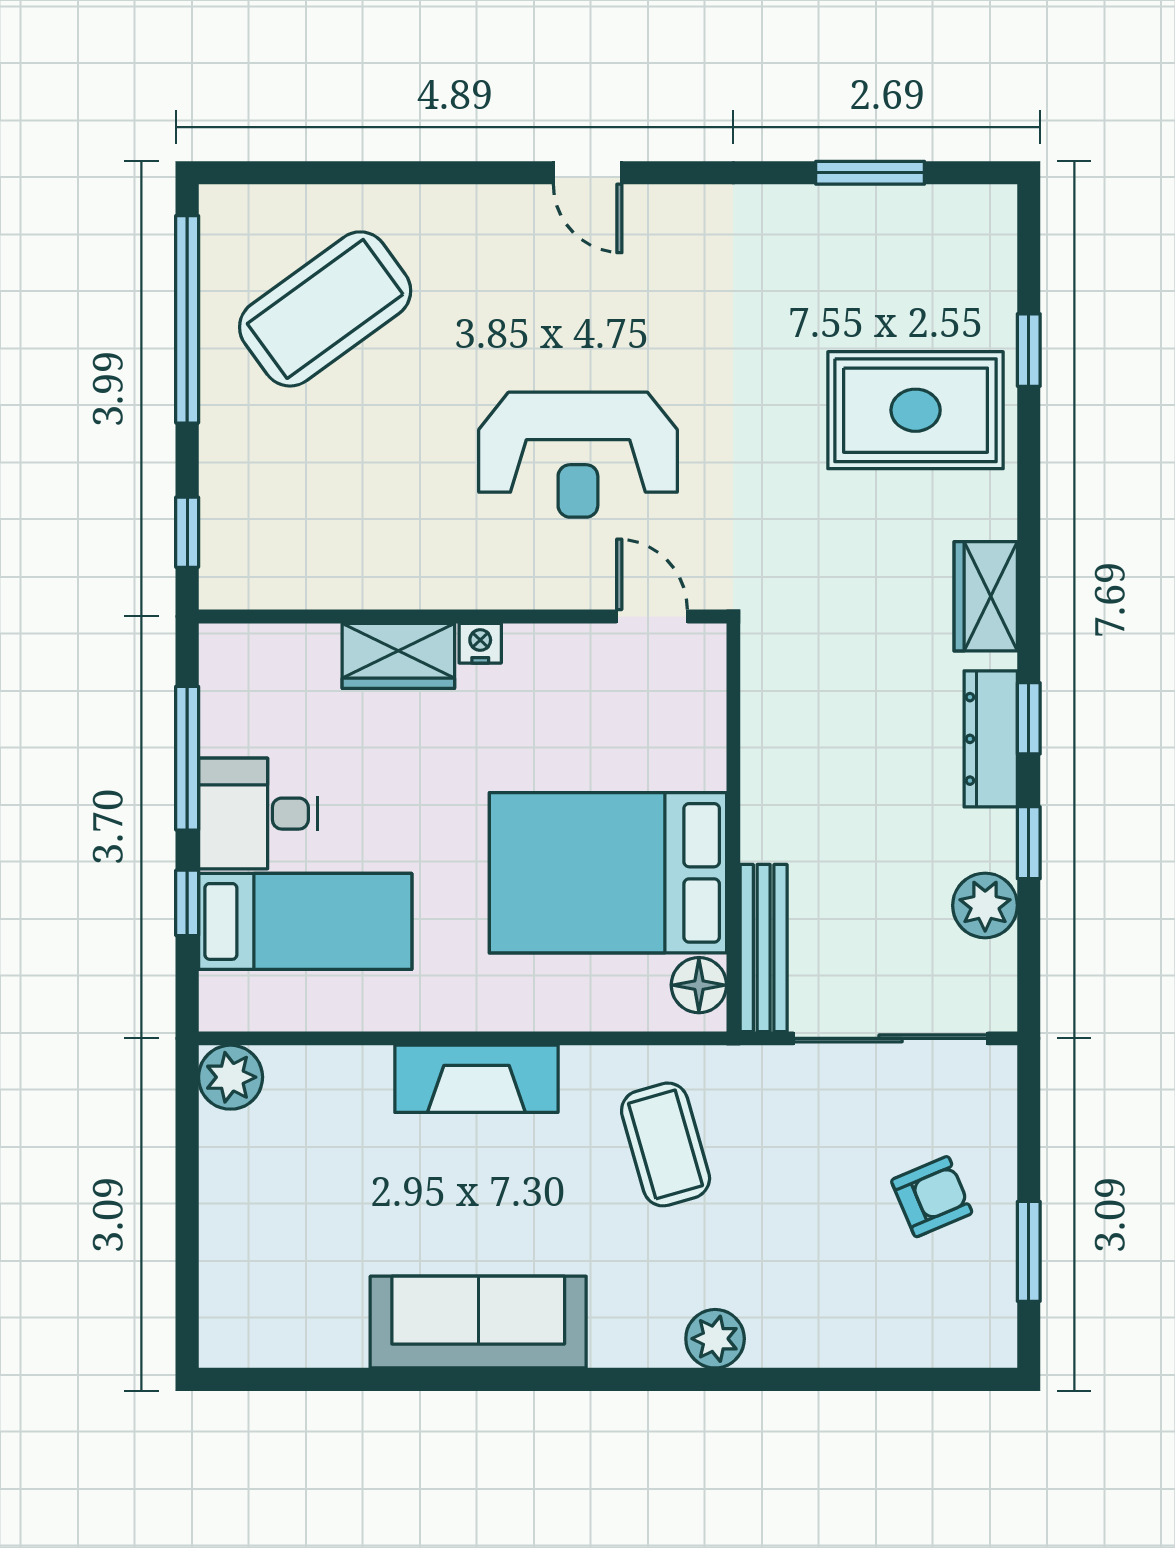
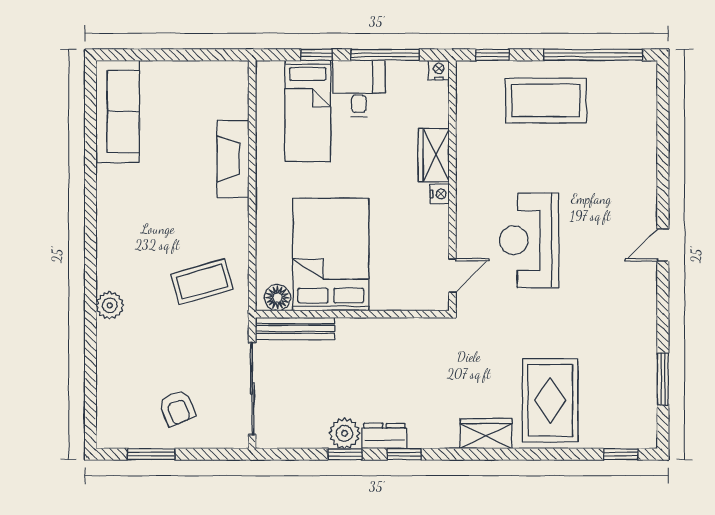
coffee table: (325, 309) -> (546, 100), moved, turned -54
window: (1029, 350) -> (621, 454), moved
wardrobe: (986, 596) -> (486, 434), moved
nightstand: (219, 645) -> (439, 70), added
dresser: (991, 739) -> (384, 436), width x0.70
plant: (985, 905) -> (345, 433), moved
plant: (231, 1077) -> (234, 75), removed
fireplace: (476, 1079) -> (233, 159), moved
sofa: (478, 1322) -> (118, 111), moved

